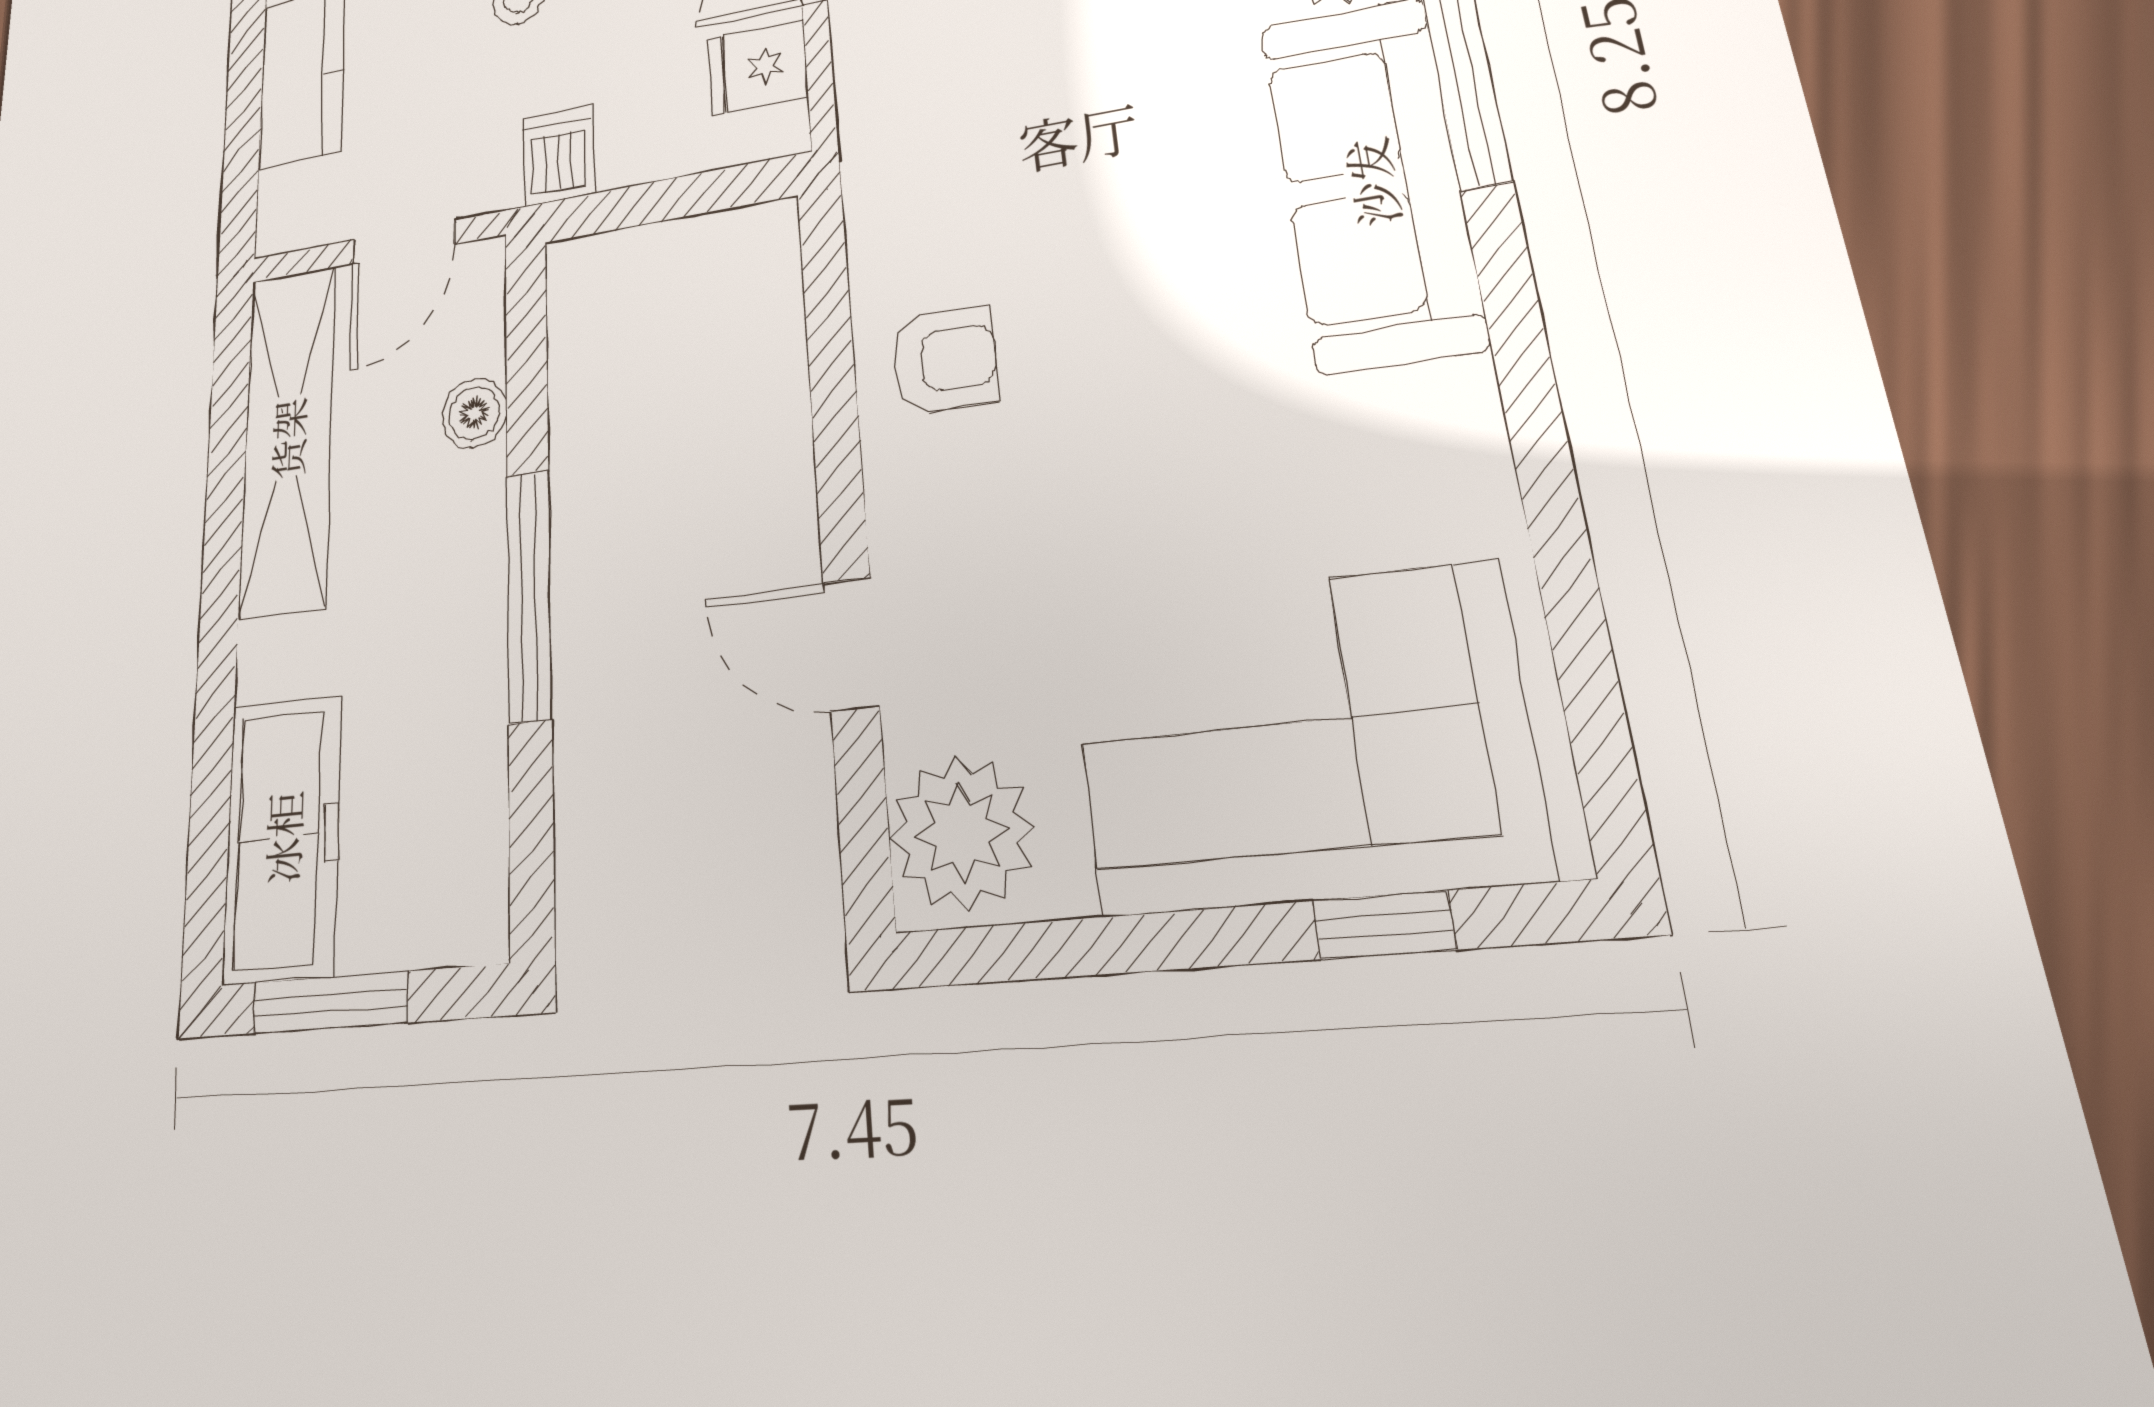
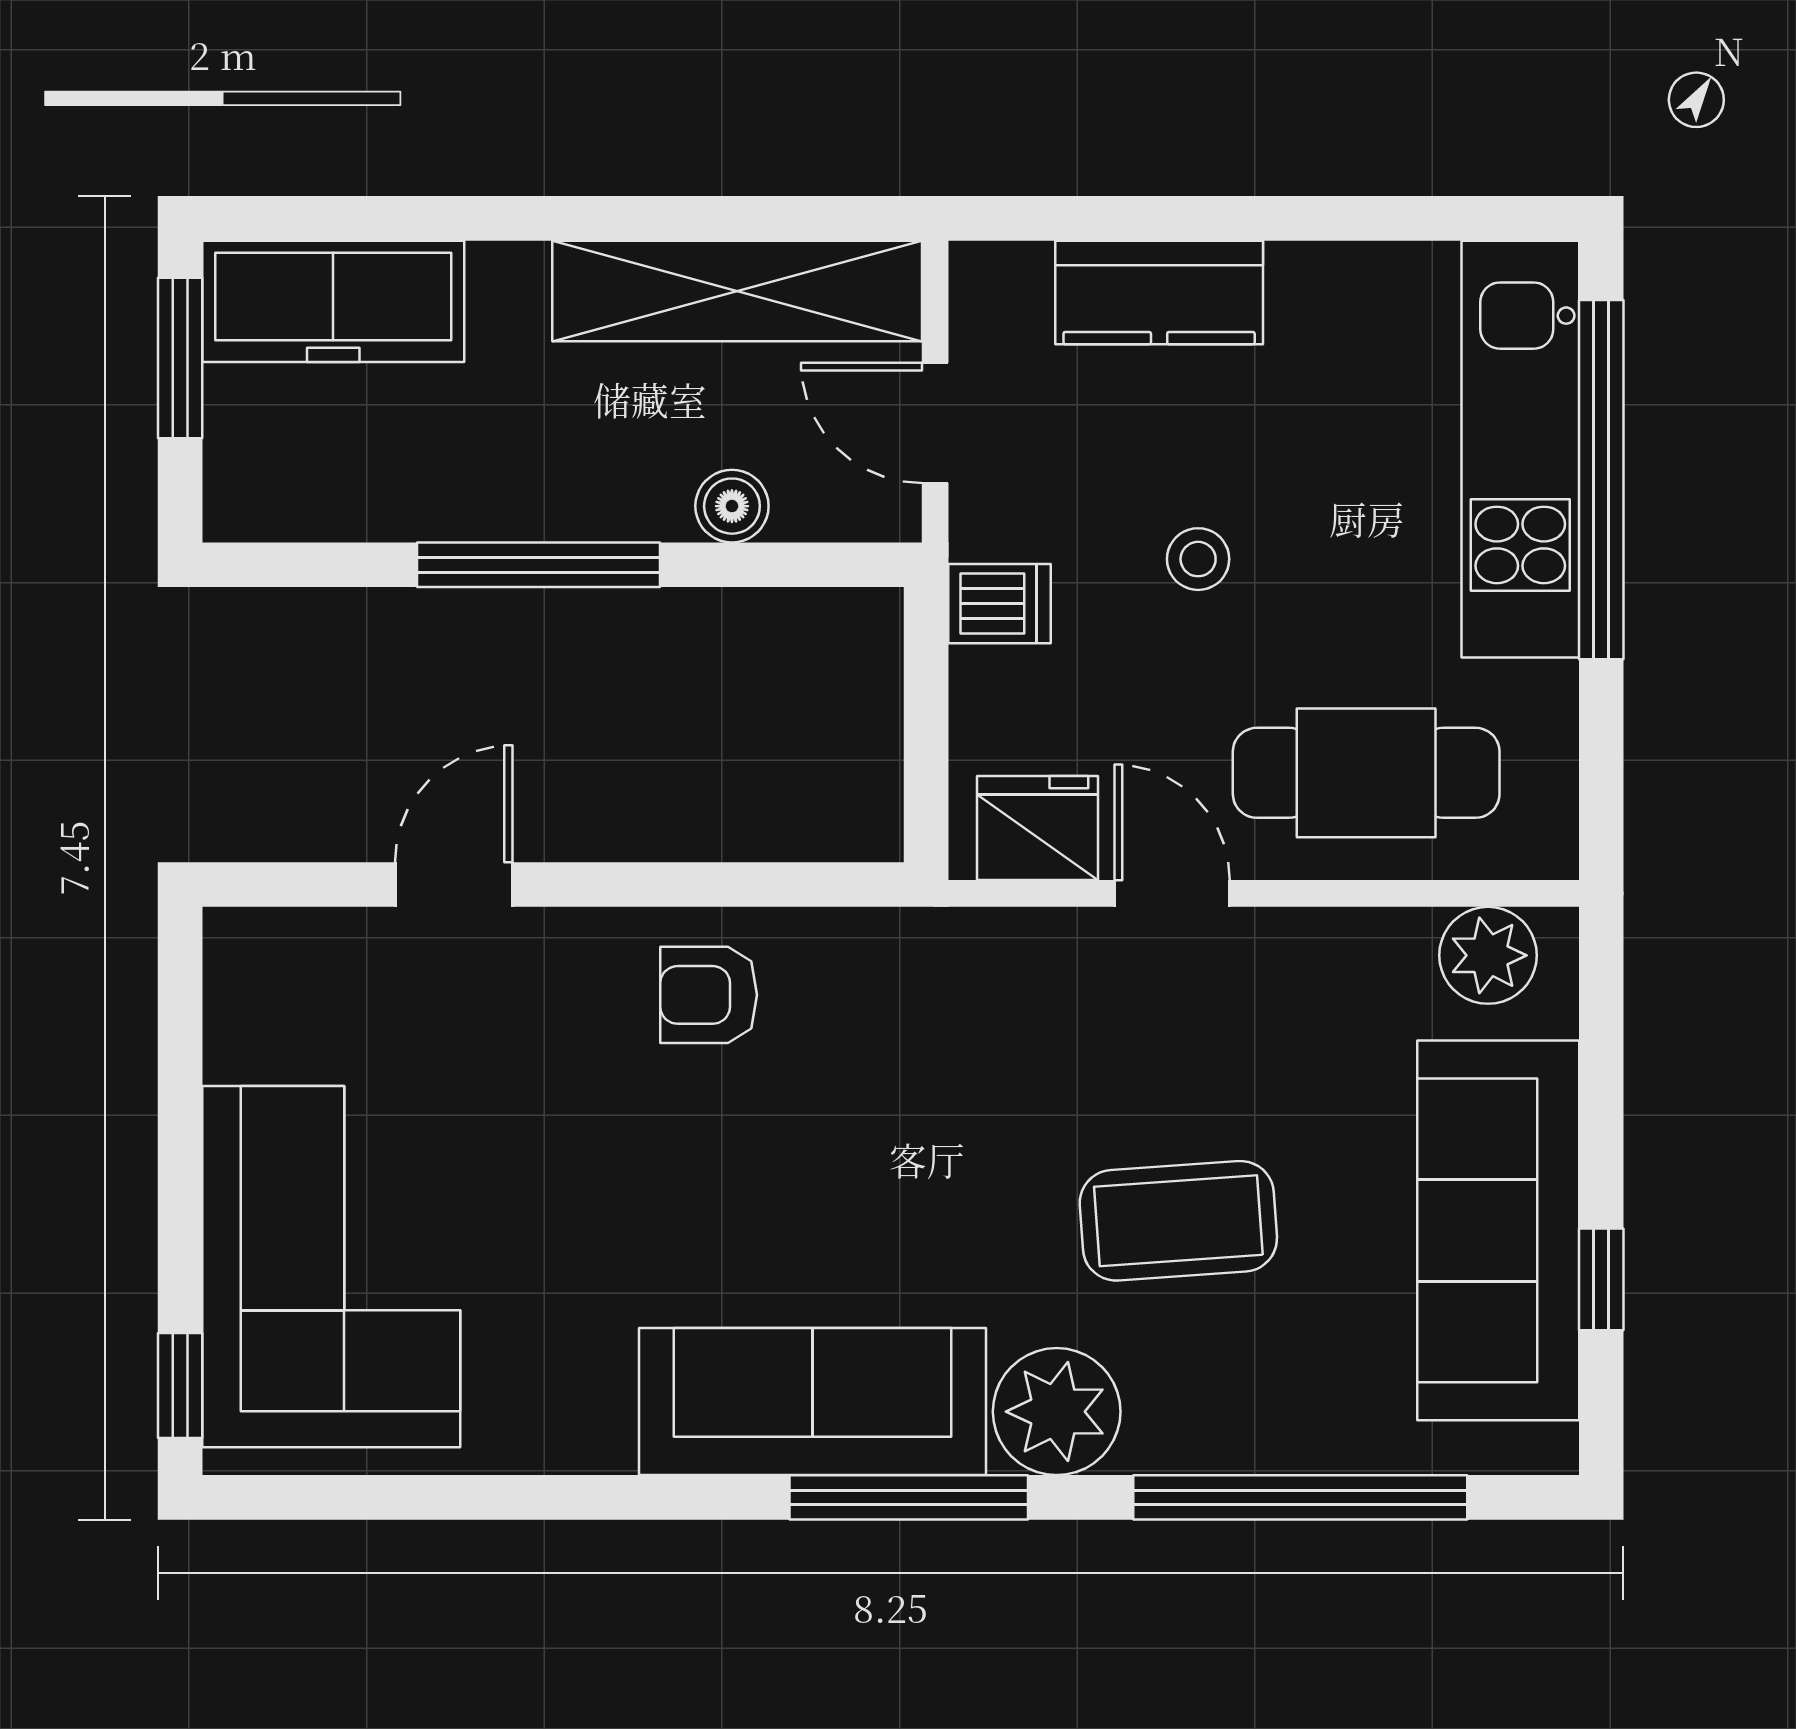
fridge: (758, 68) -> (1037, 828), width x1.38
armchair: (944, 360) -> (709, 995), turned 90
plant: (962, 833) -> (280, 972), removed
window: (1384, 925) -> (180, 1385), moved

